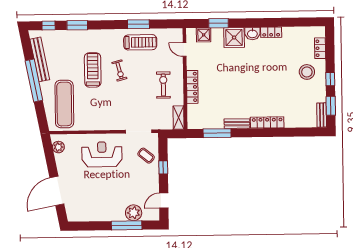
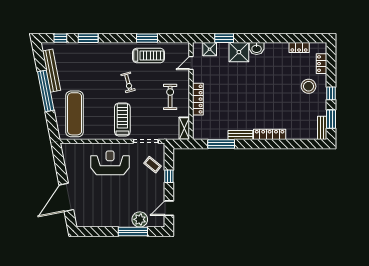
locker: (271, 32) -> (299, 47), moved
door: (185, 50) -> (191, 63), hinge flipped
treadmill: (93, 70) -> (122, 120), moved
plant: (58, 147) -> (68, 155), removed

